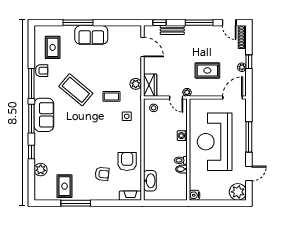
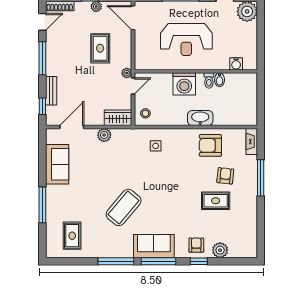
sofa: (91, 35) -> (57, 164), moved
rug: (53, 47) -> (72, 236), turned 90
armchair: (42, 71) -> (196, 245), moved
plant: (136, 84) -> (104, 135), moved
coffee table: (111, 96) -> (132, 164), removed
washing machine: (182, 136) -> (184, 84), width x1.89, depth x1.89
reception desk: (215, 142) -> (186, 39), width x0.74, depth x0.77
washbasin: (150, 181) -> (200, 118), moved
rug: (65, 186) -> (216, 201), moved
water cooler: (194, 195) -> (236, 64), moved
window: (76, 203) -> (261, 178), moved

